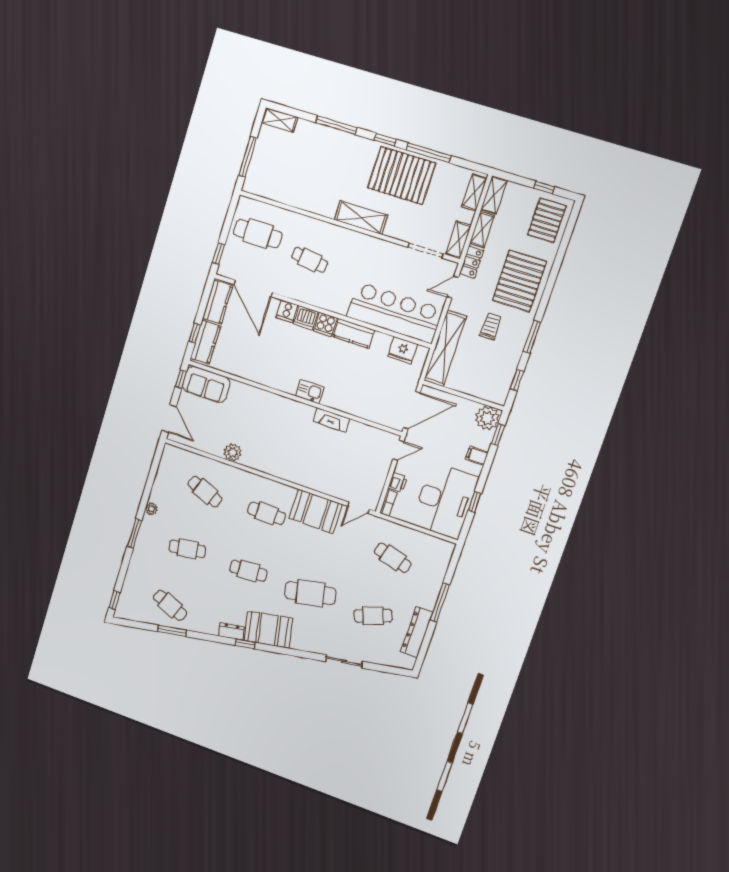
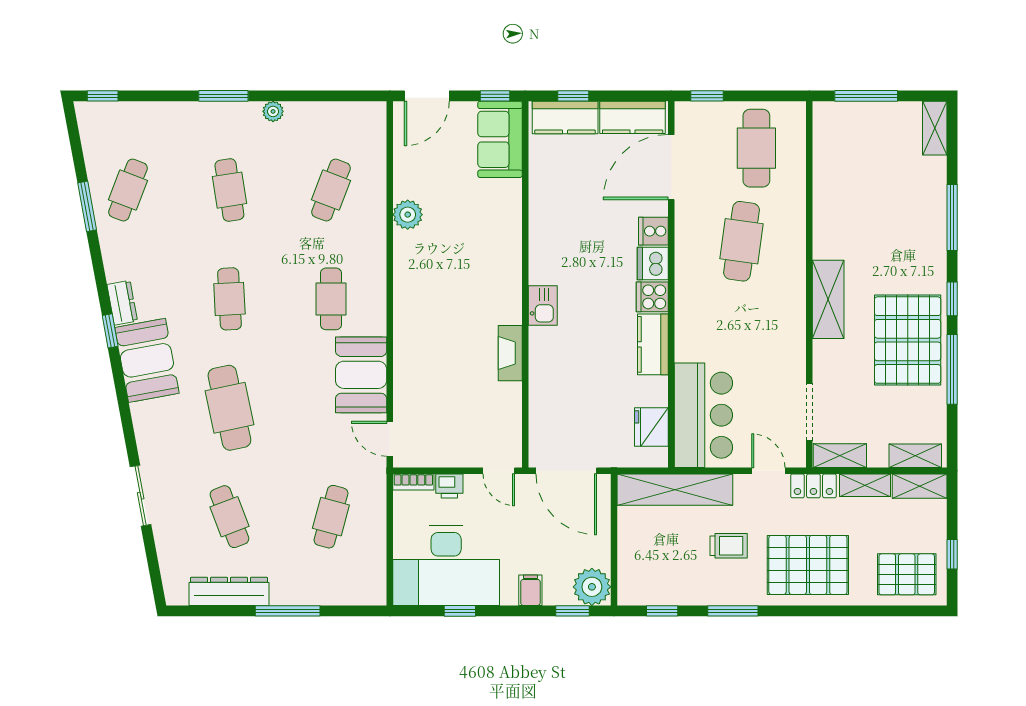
cafe table: (310, 260) -> (741, 241), width x1.37, depth x1.35
bar counter: (394, 313) -> (703, 415), width x0.73

